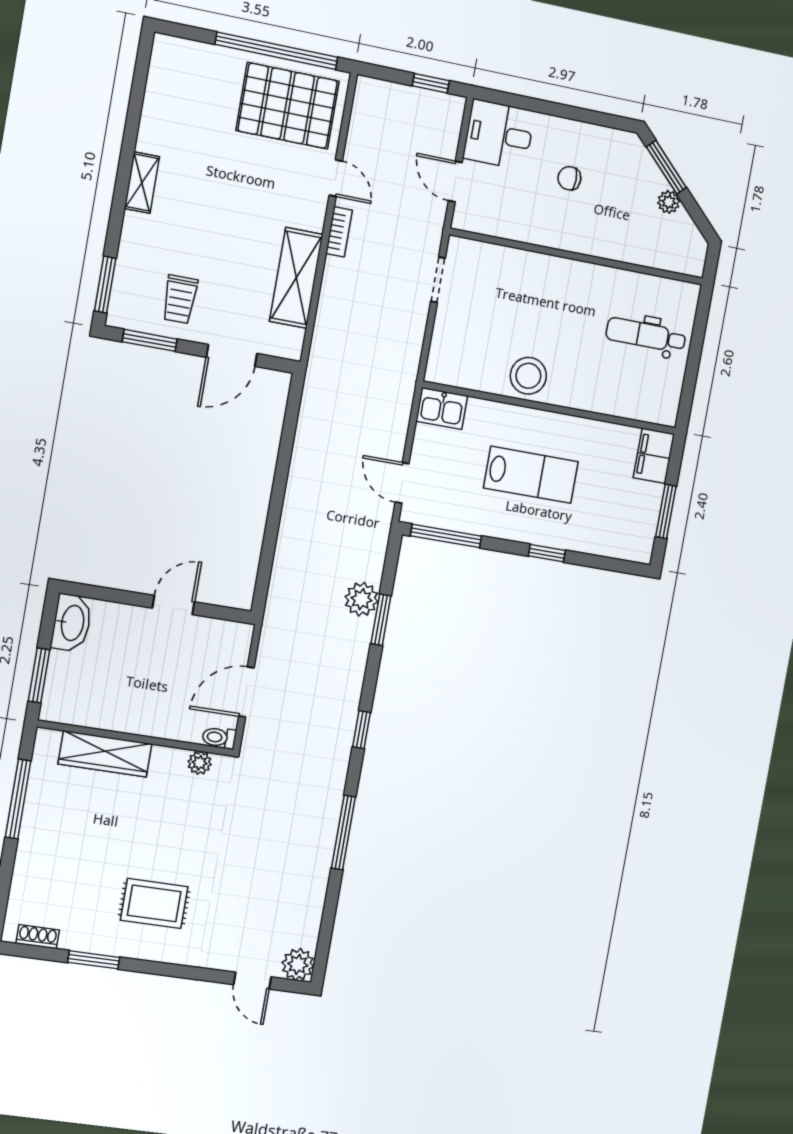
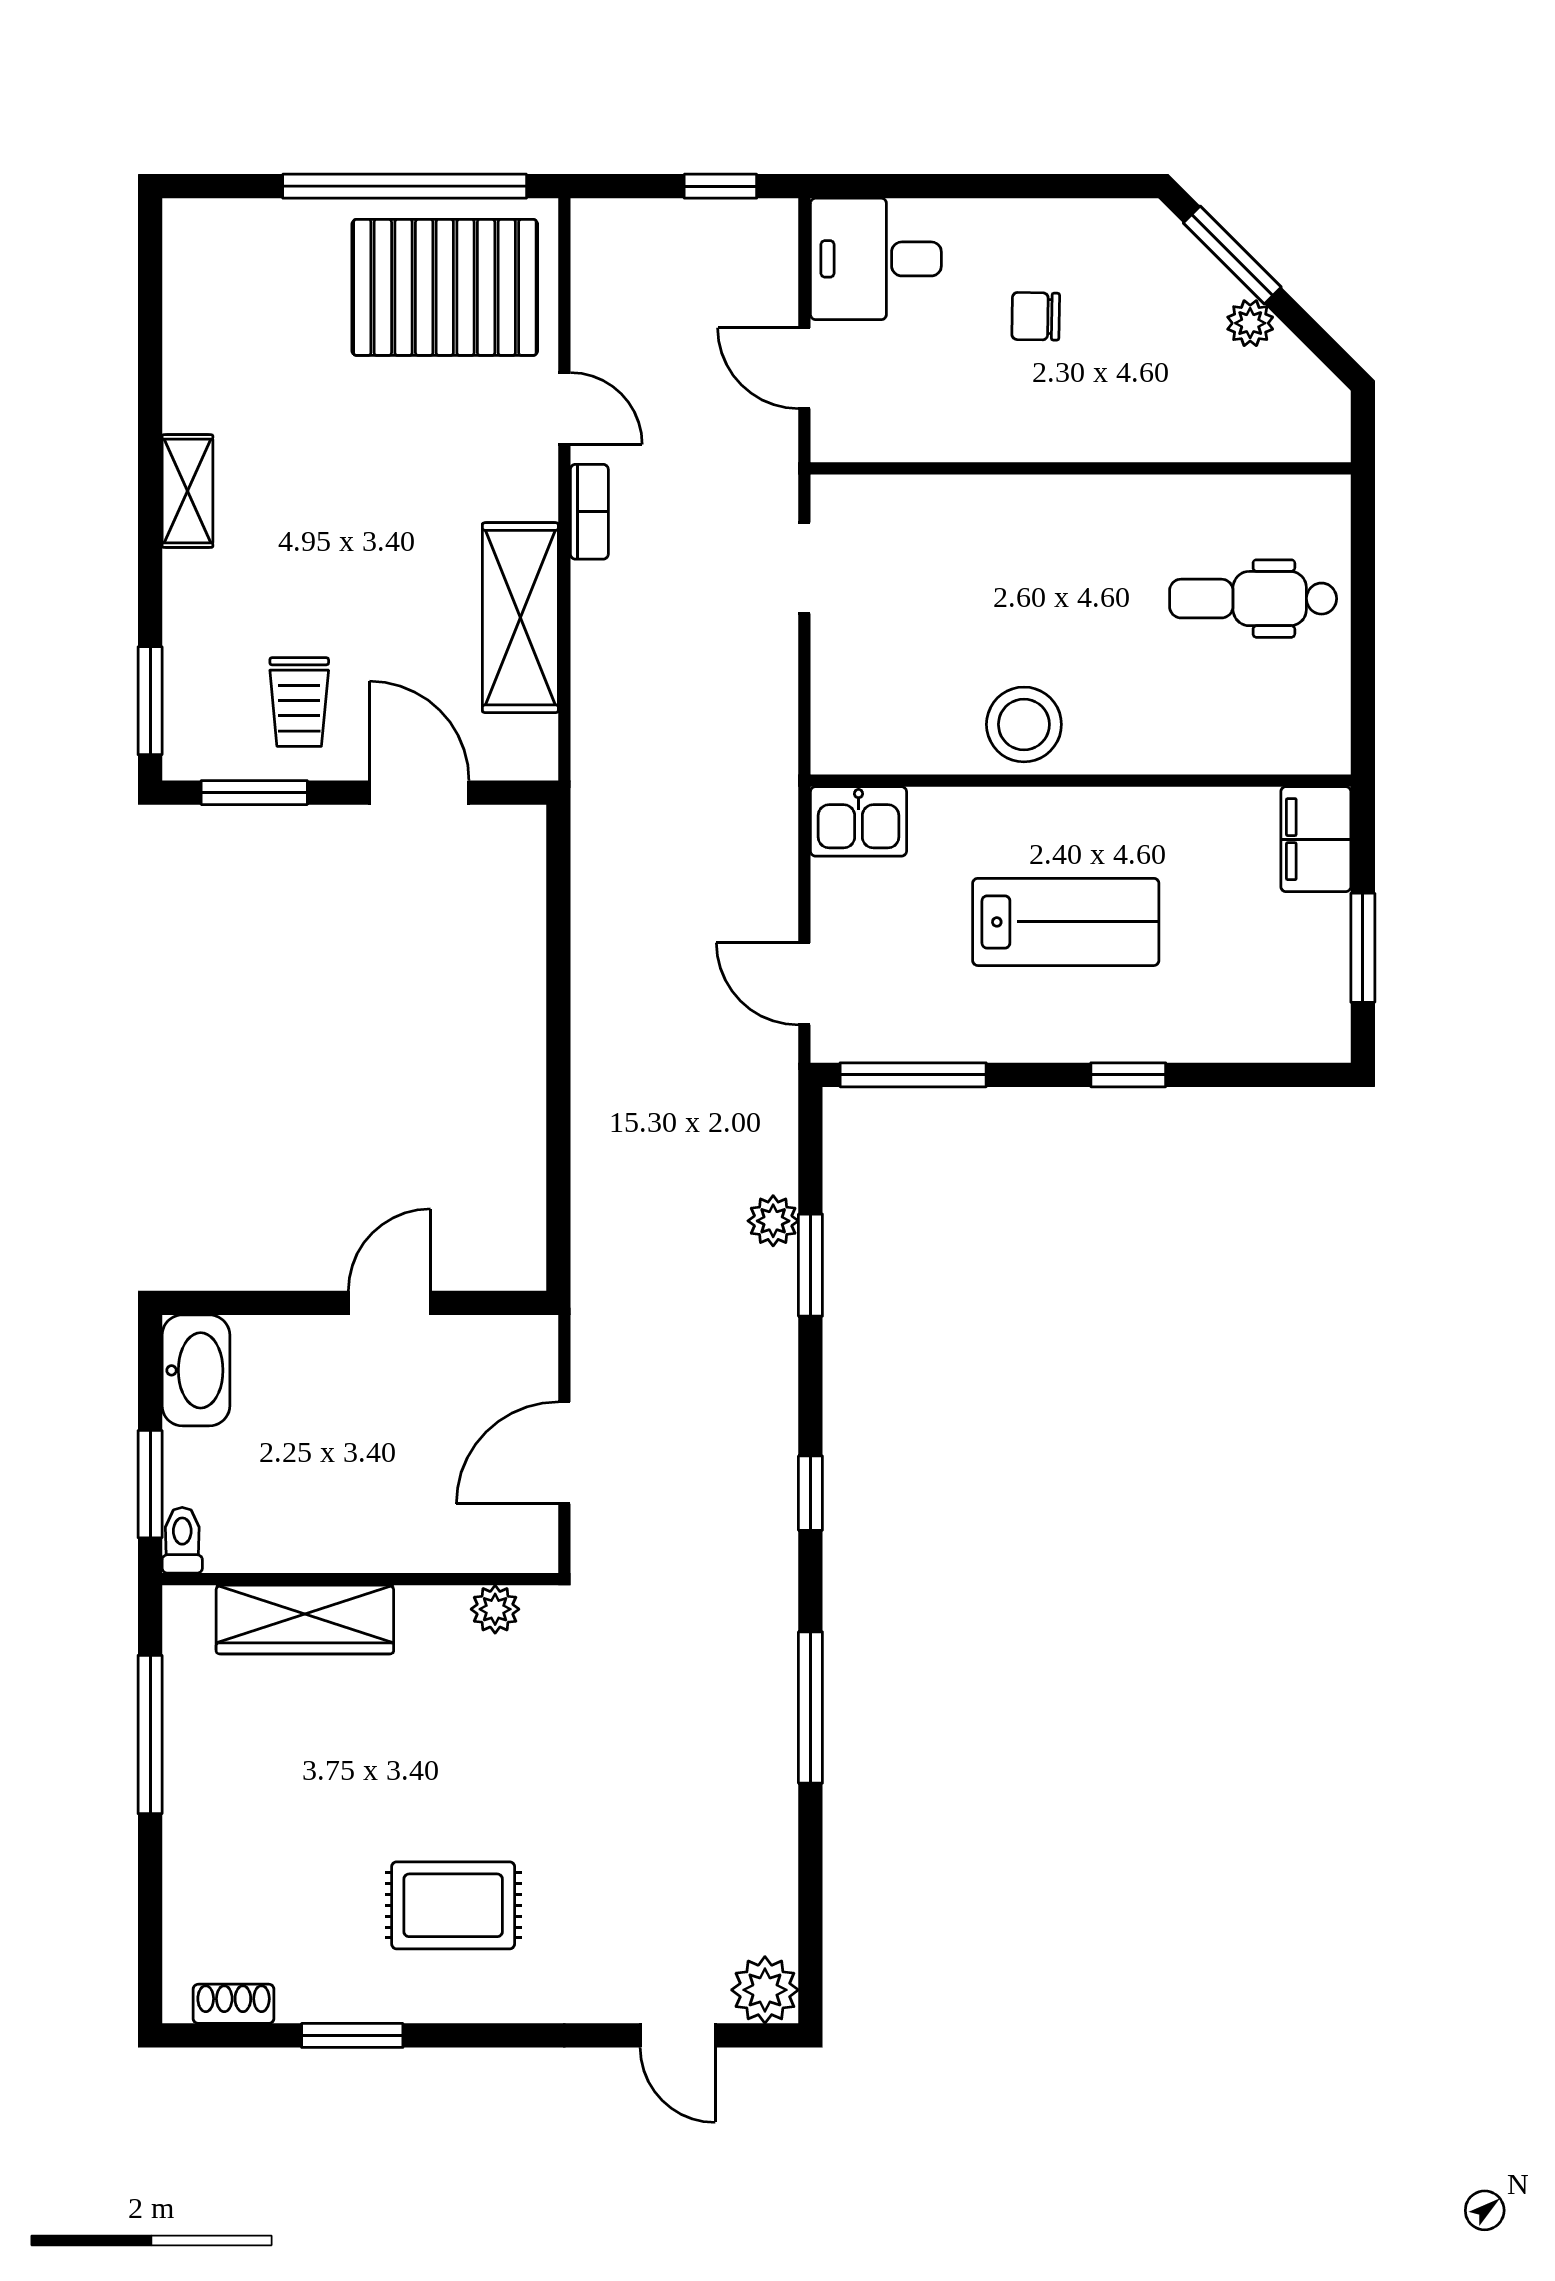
door: (232, 355) -> (419, 793), swing flipped
plant: (362, 599) -> (773, 1221), width x0.73, depth x0.73
toilet: (219, 738) -> (182, 1540), moved, turned 90

